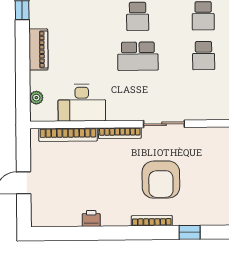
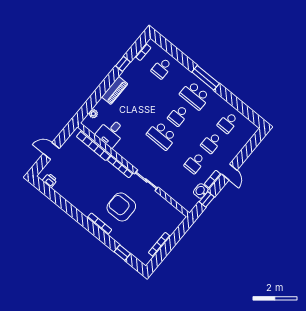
desk: (82, 103) -> (111, 133), width x0.73
armchair: (161, 180) -> (121, 207), turned 90
printer: (91, 218) -> (50, 180), moved
window: (190, 232) -> (122, 253), moved

